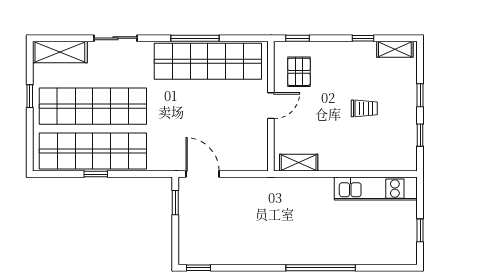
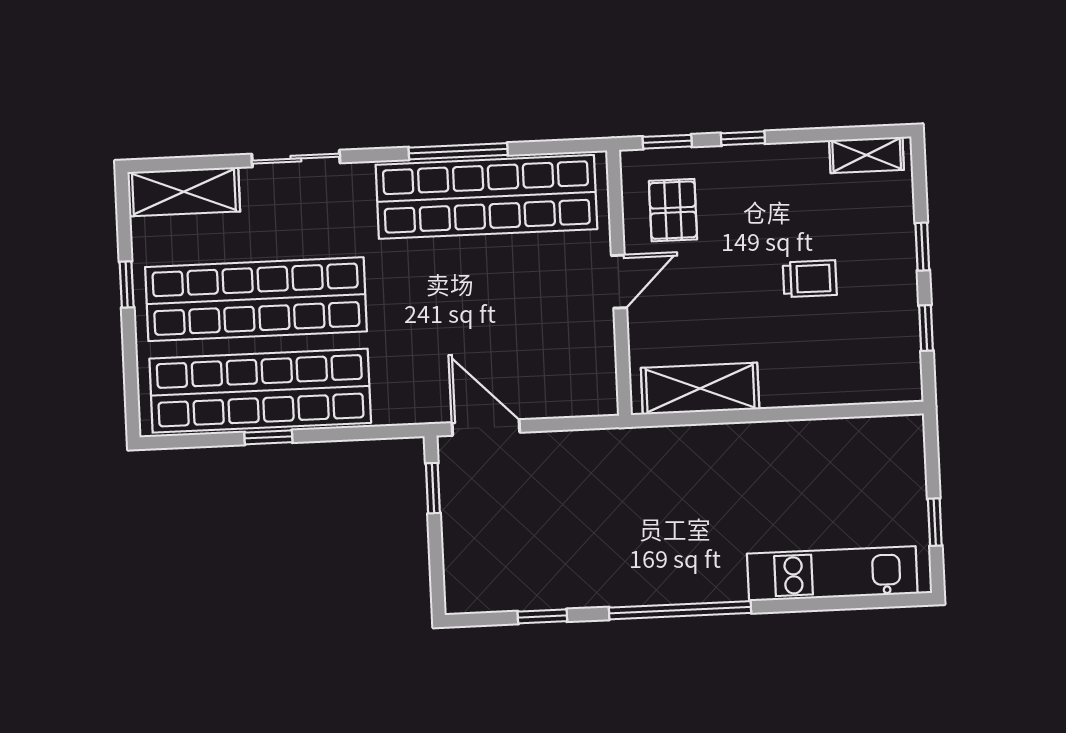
window: (363, 38) -> (743, 138), moved
shelving: (299, 163) -> (700, 389), width x1.50, depth x1.33
kitchen unit: (376, 189) -> (832, 574), moved, turned 180
window: (199, 268) -> (542, 616), moved
window: (321, 268) -> (680, 610), moved

